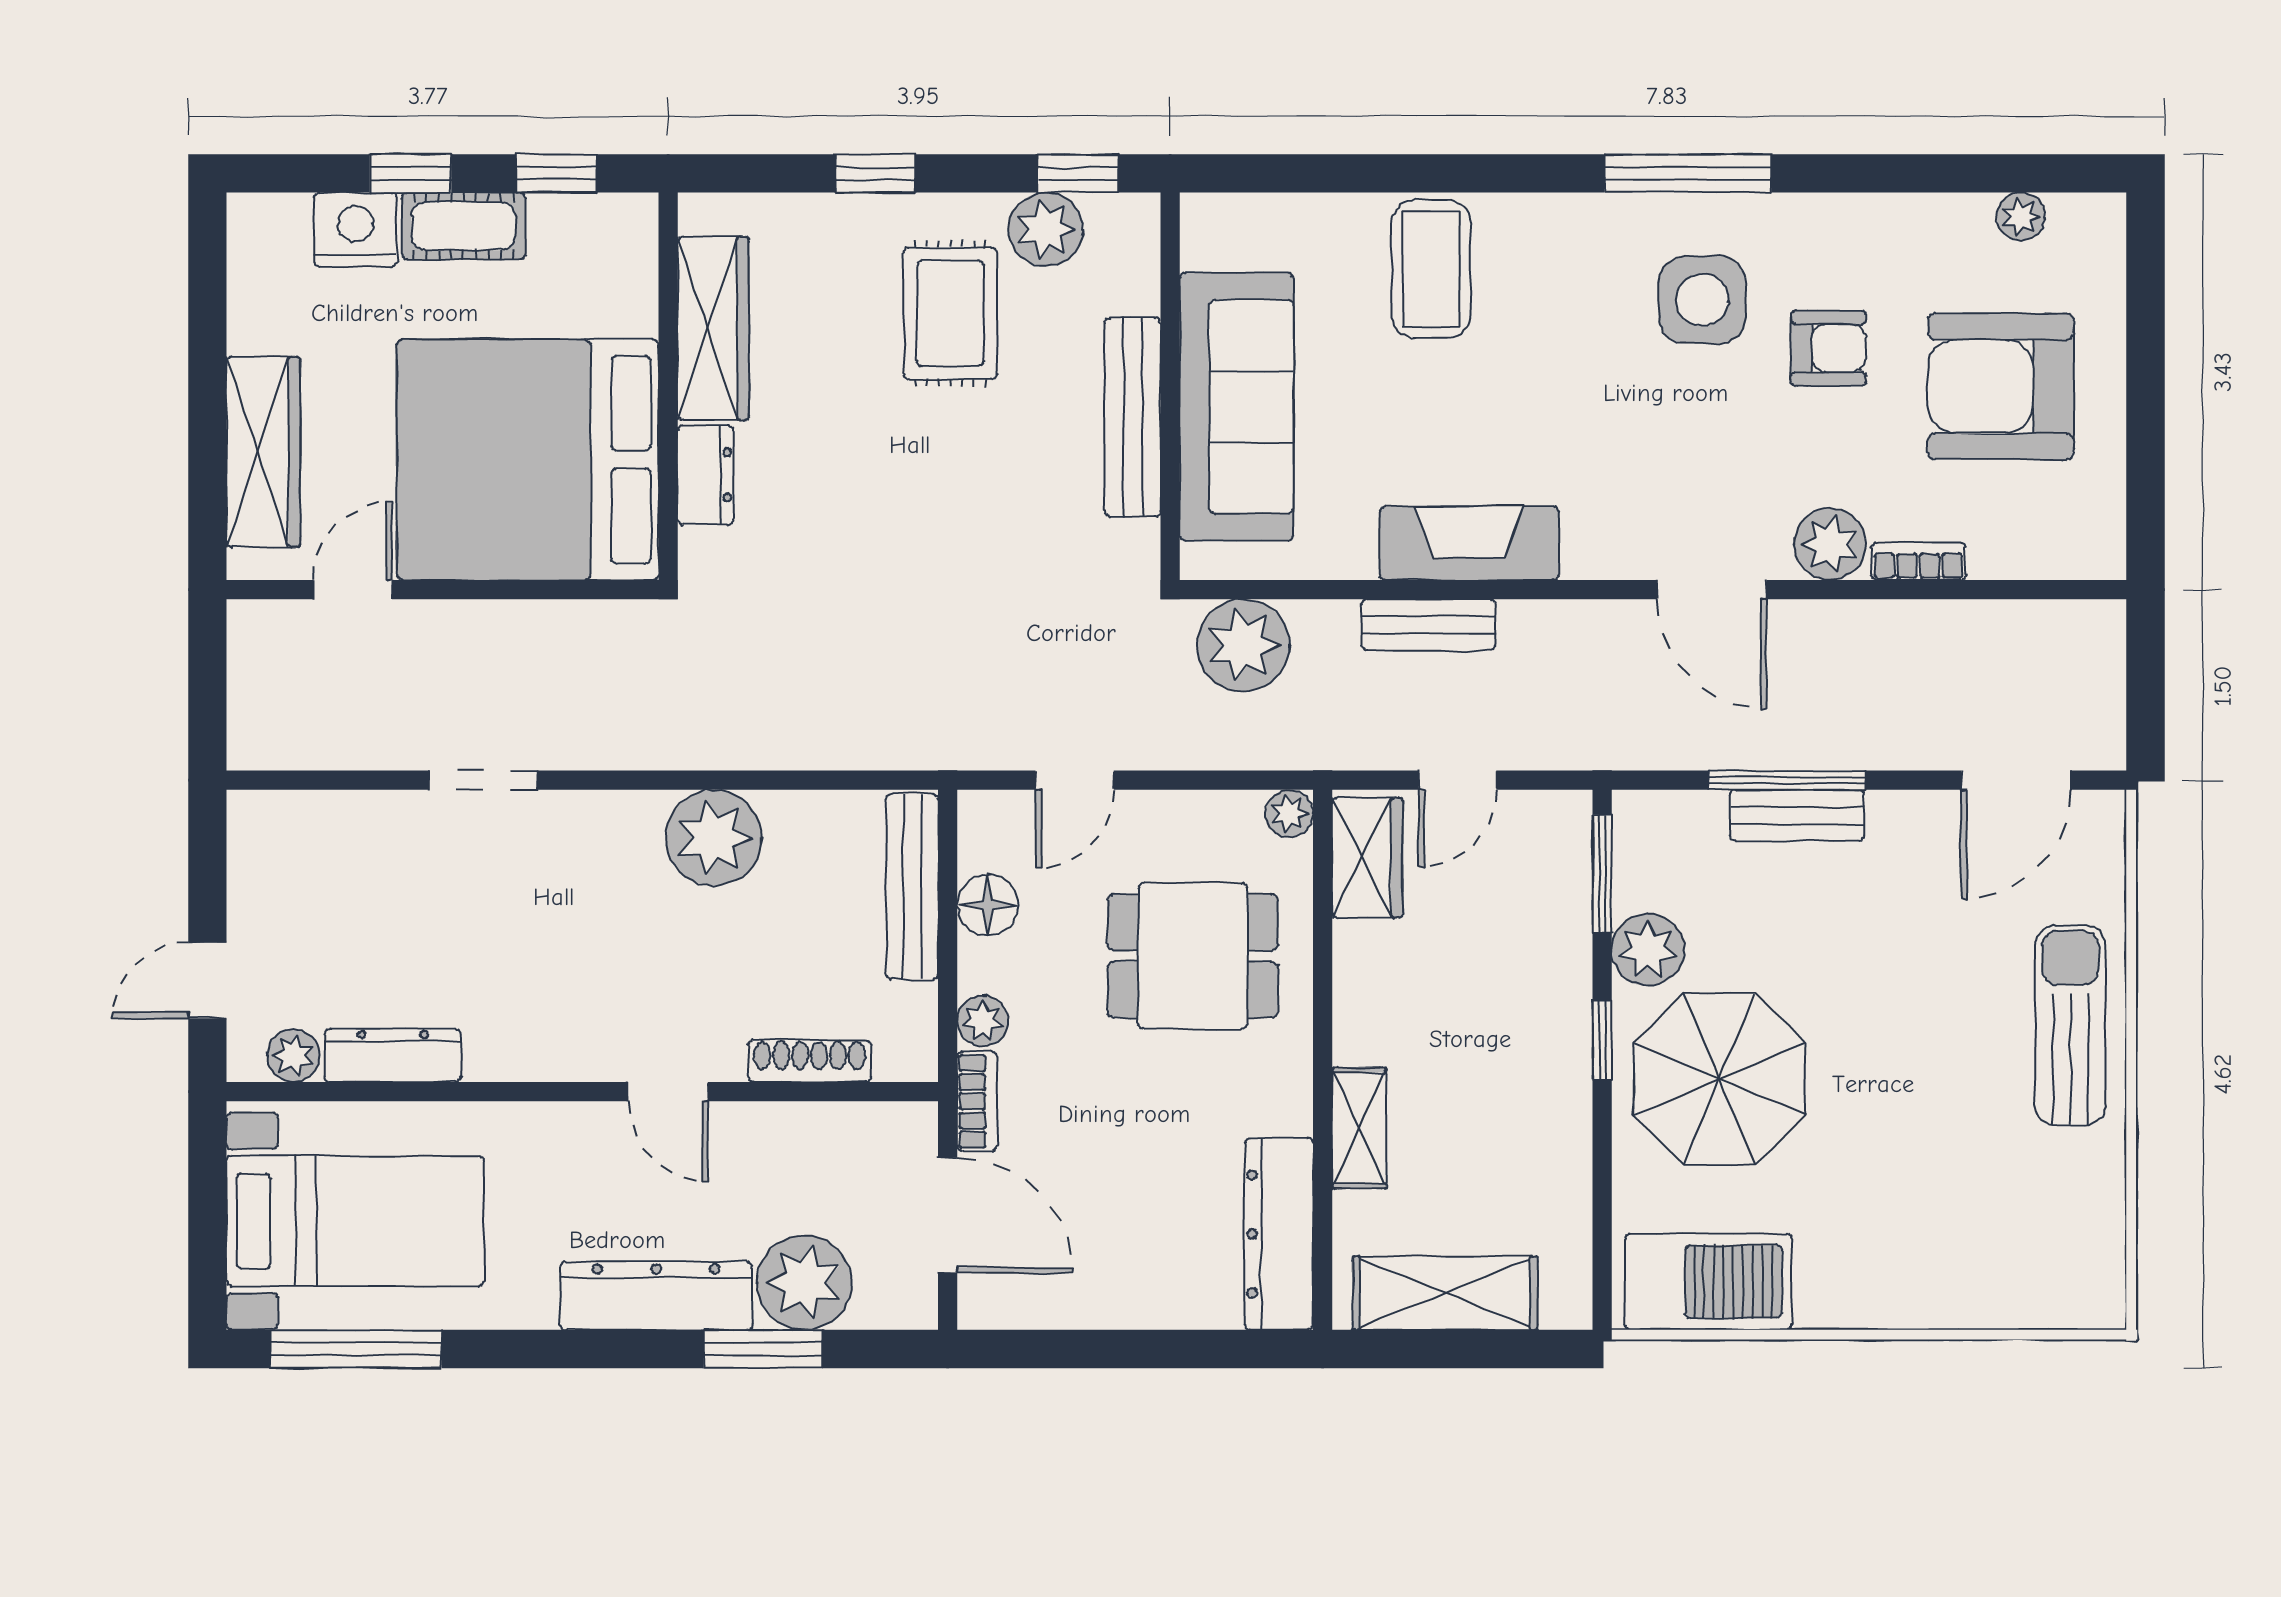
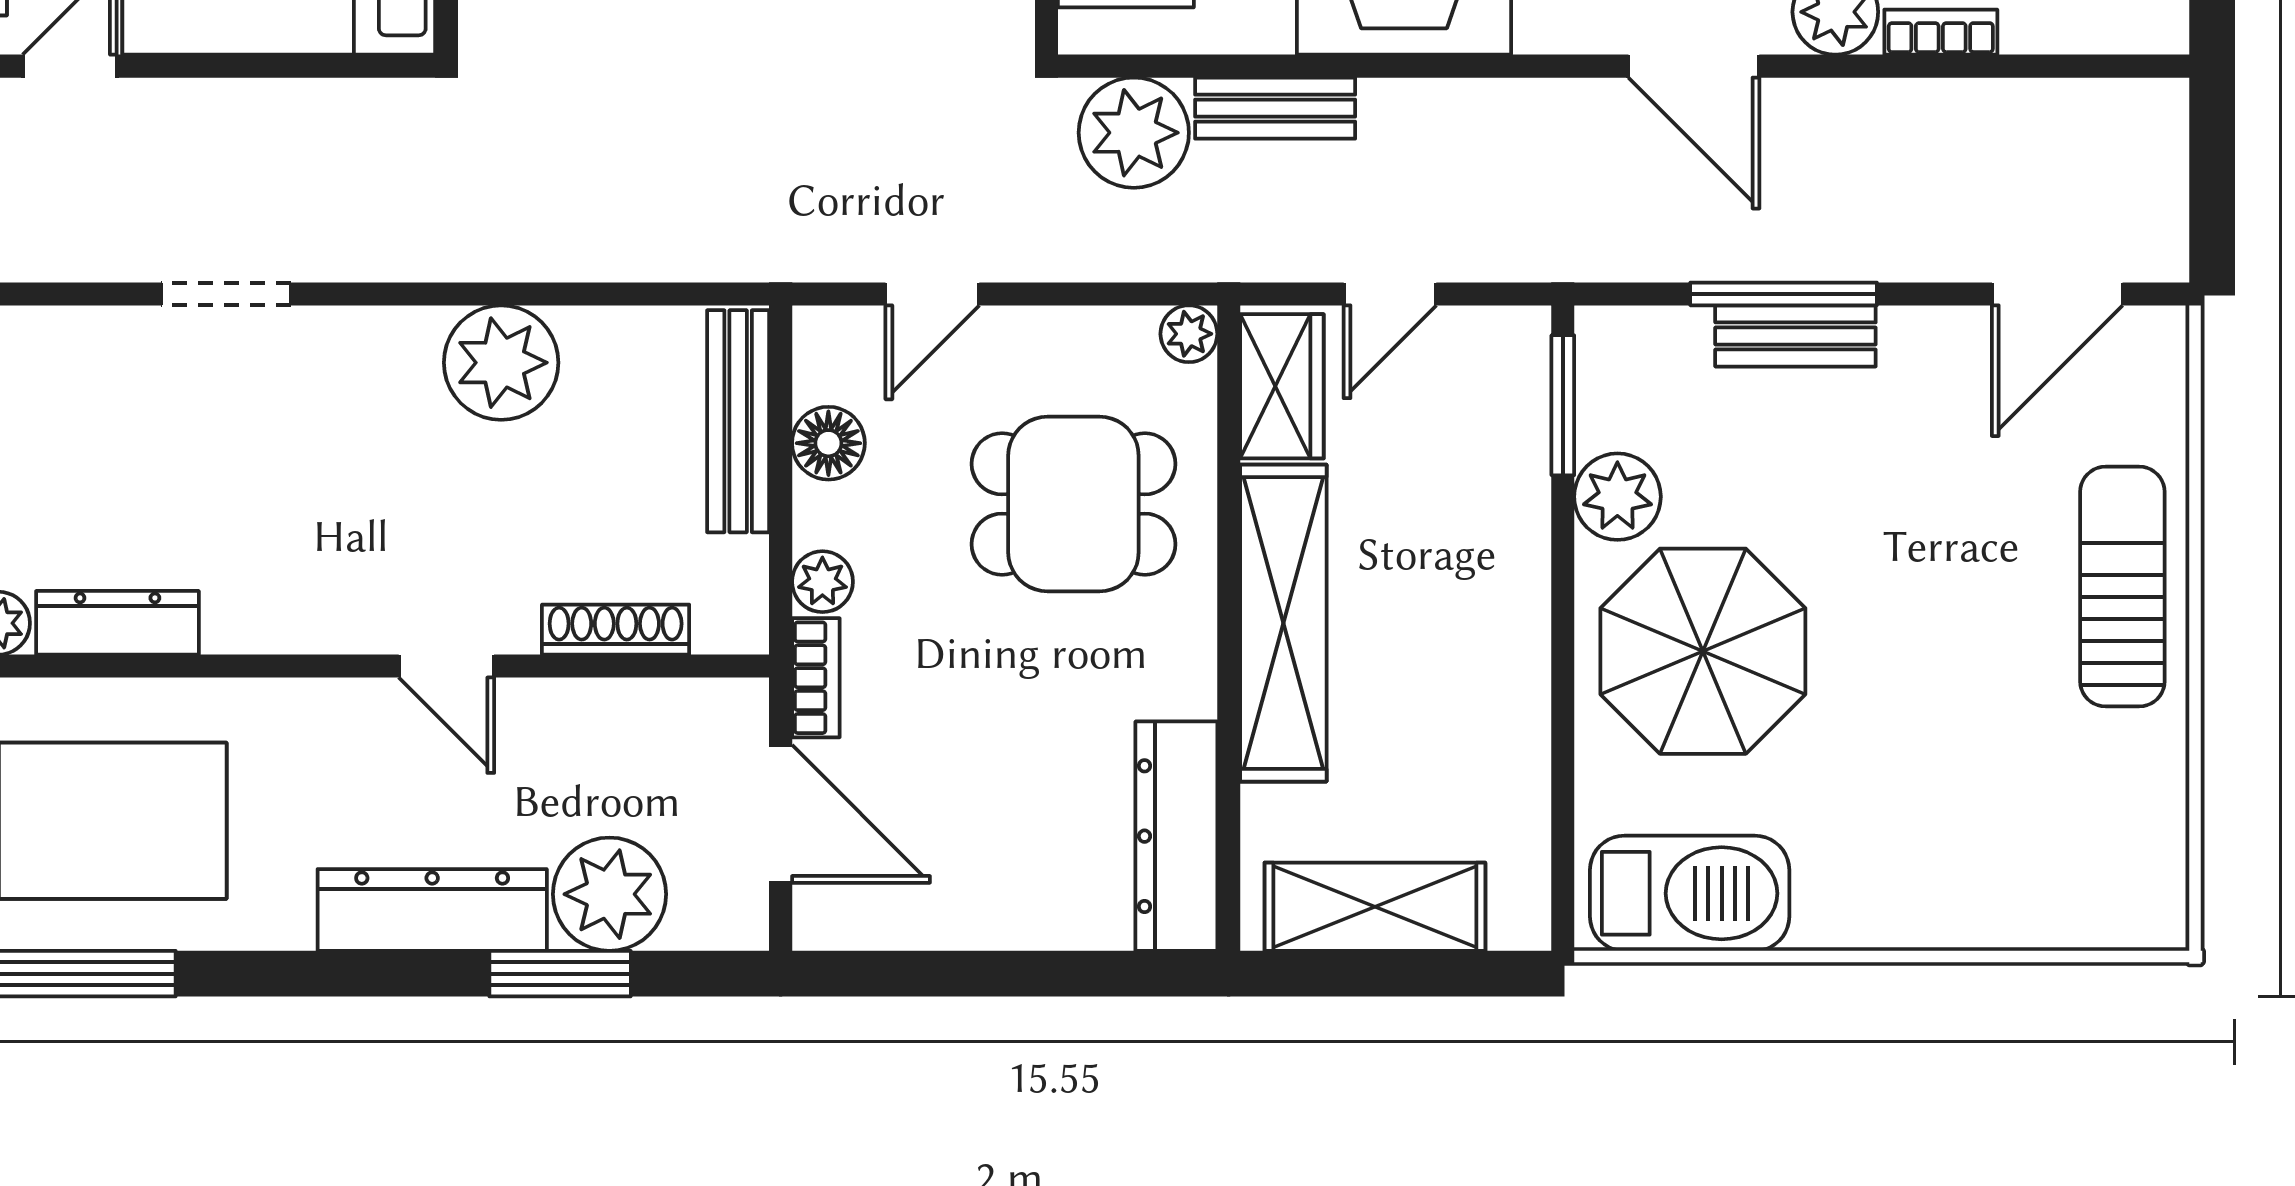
bench: (1429, 625) -> (1275, 108), moved
window: (1602, 1040) -> (1563, 604), removed
shelving: (1359, 1128) -> (1283, 623), width x2.20, depth x1.33

